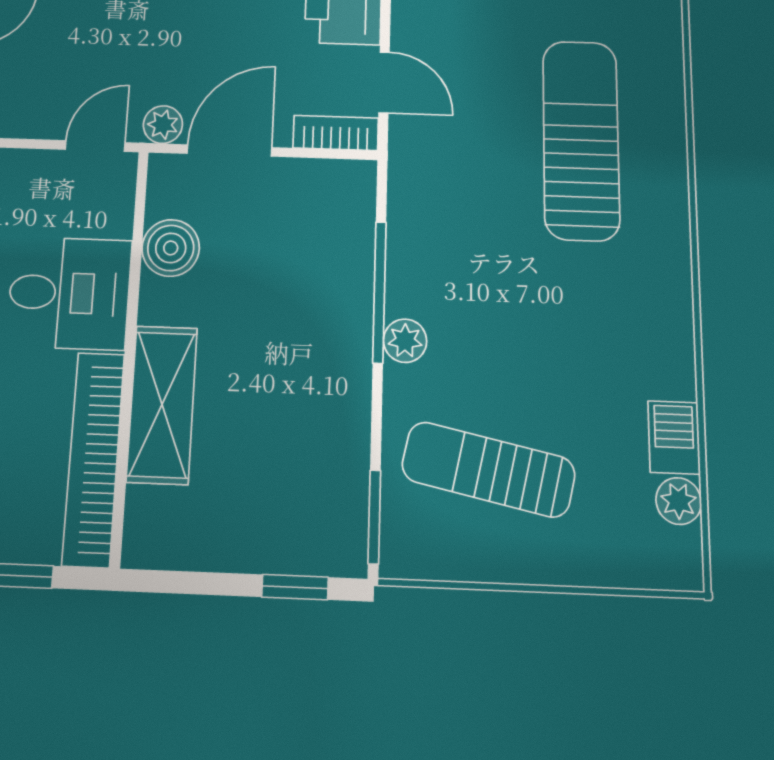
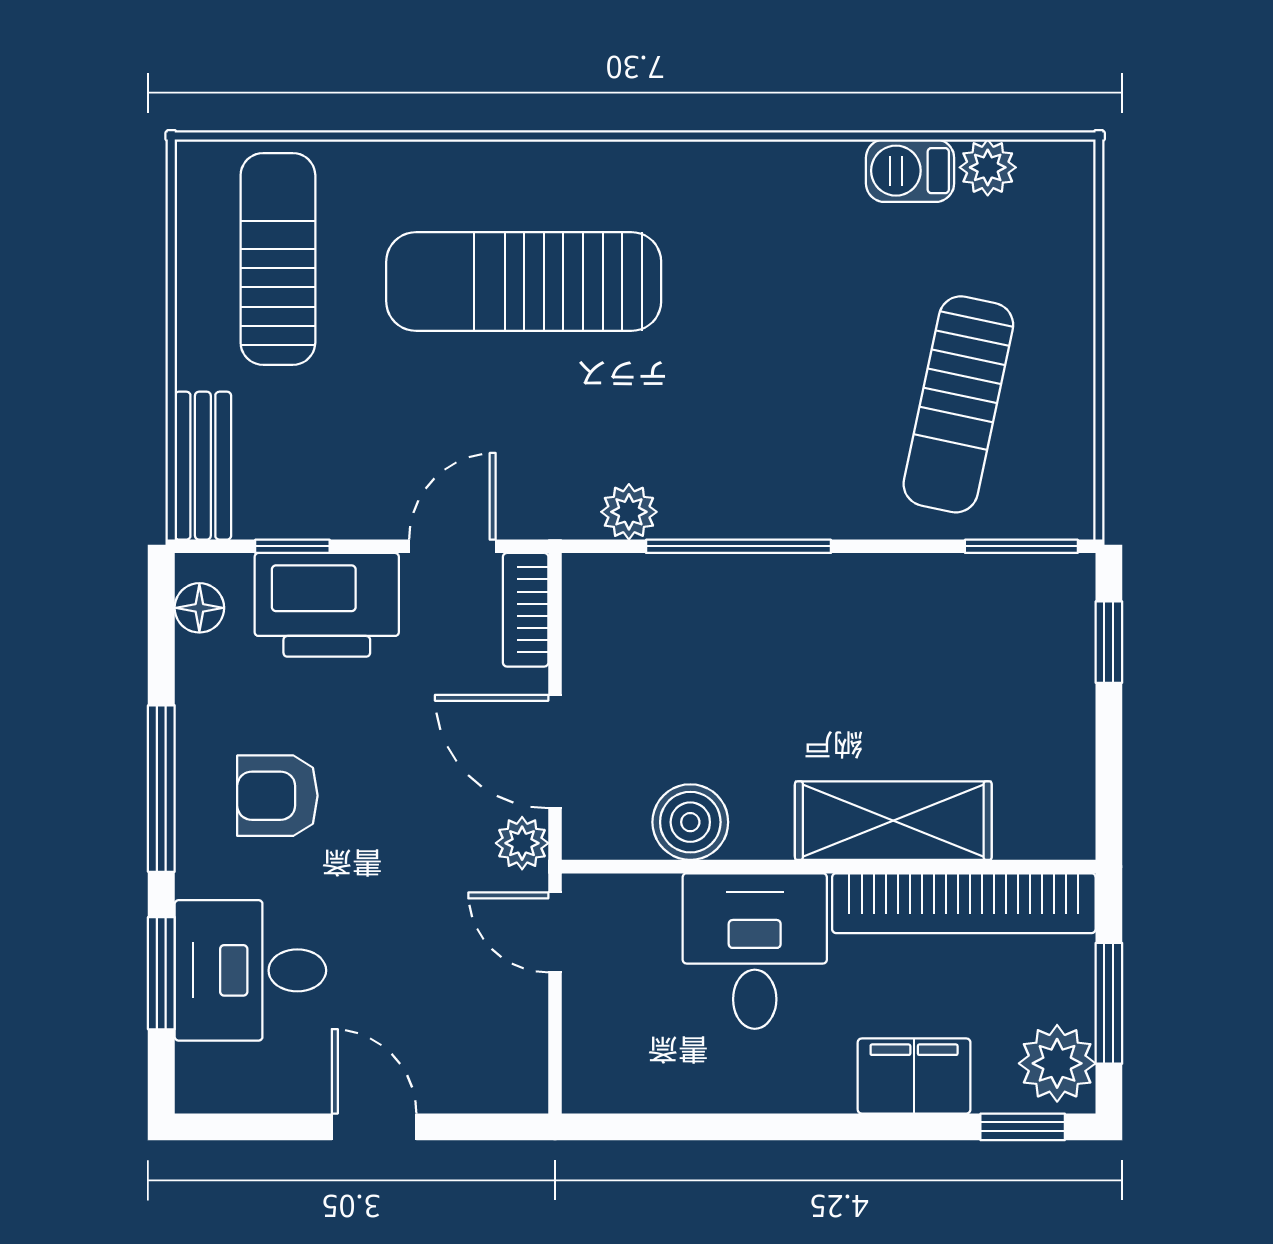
plant: (405, 341) -> (629, 512), moved

